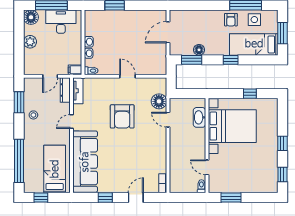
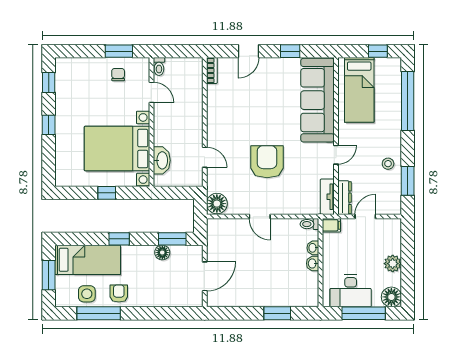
window: (250, 94) -> (107, 193), moved
floor lamp: (159, 101) -> (217, 204), moved
chair: (231, 180) -> (118, 75), added

